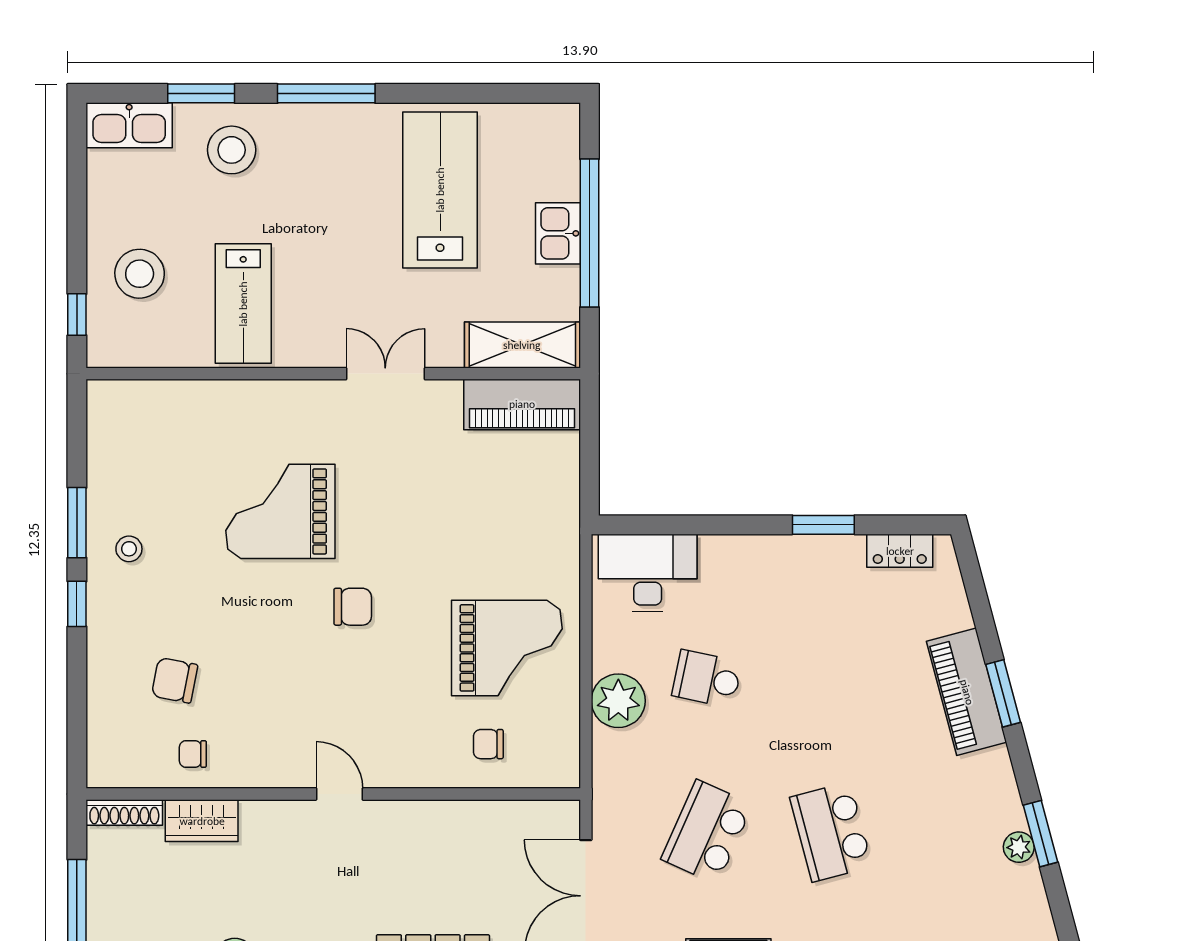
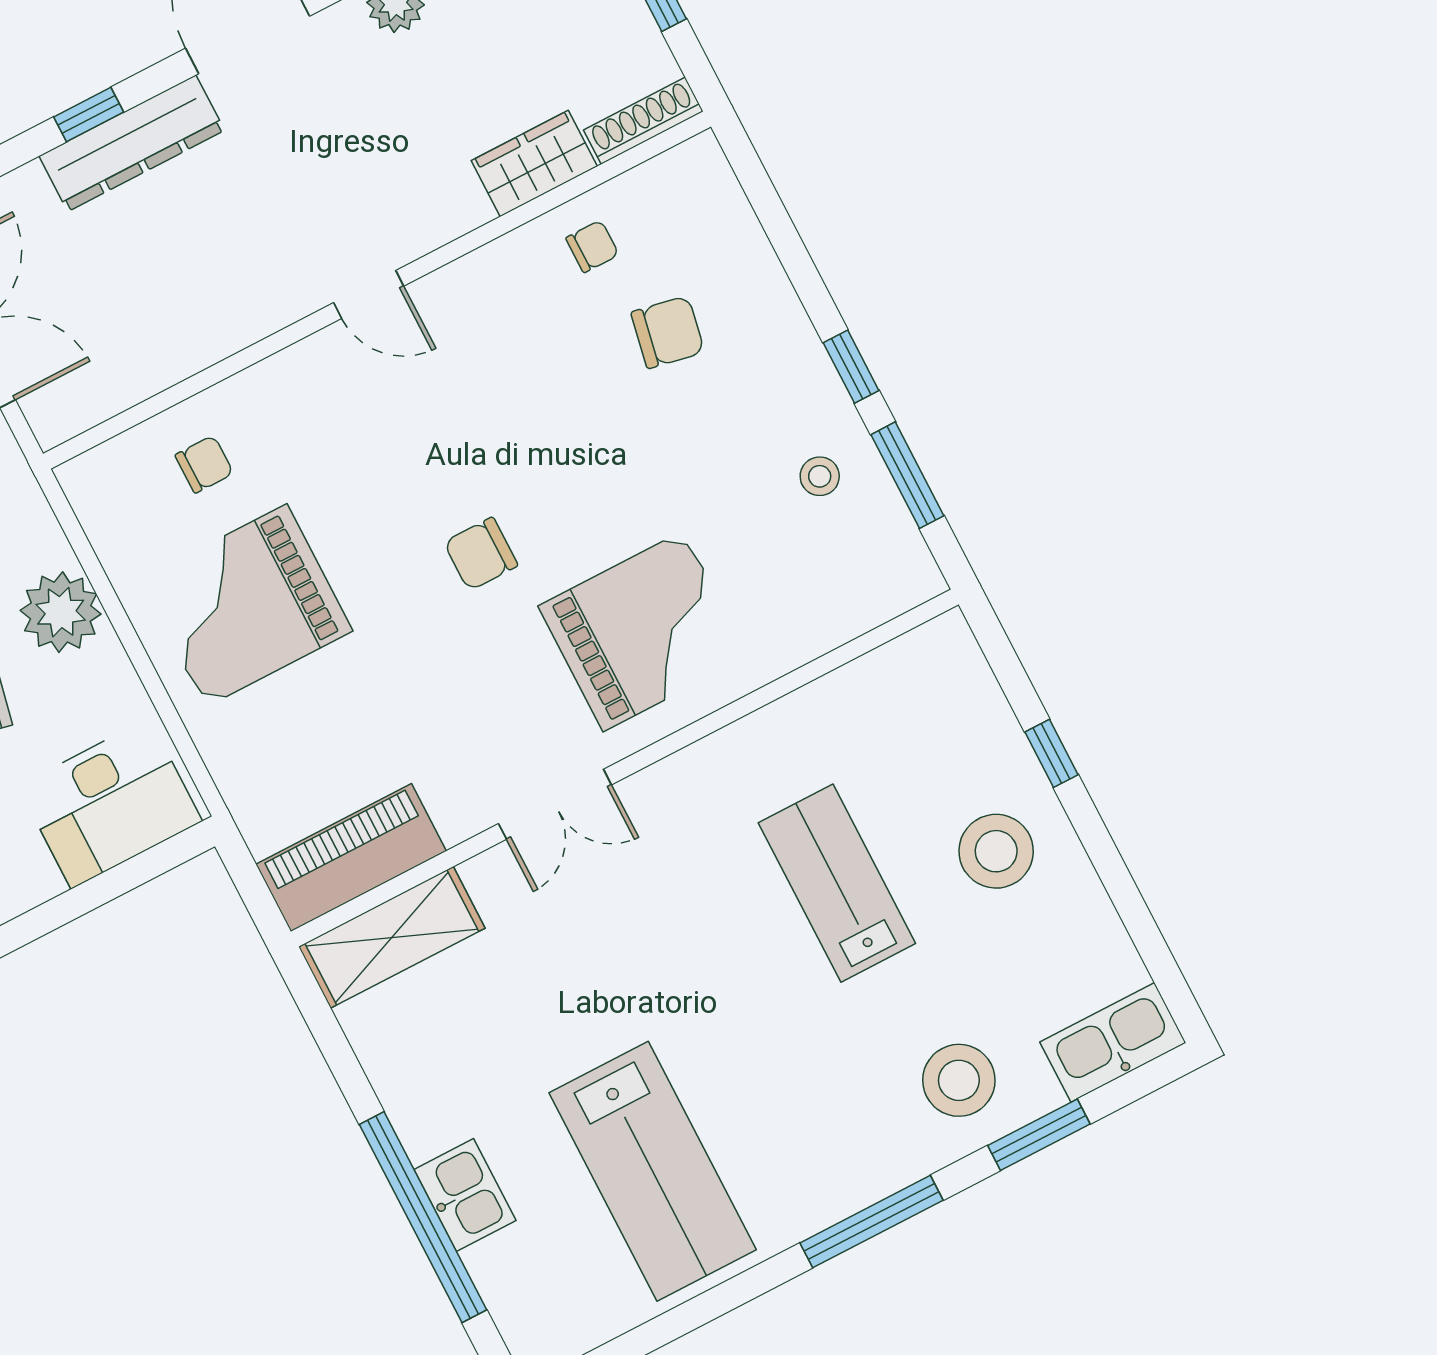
shelving: (522, 345) -> (392, 937), moved
wall: (333, 374) -> (625, 768), moved
double door: (385, 374) -> (555, 804), moved
piano: (522, 404) -> (351, 858), moved

